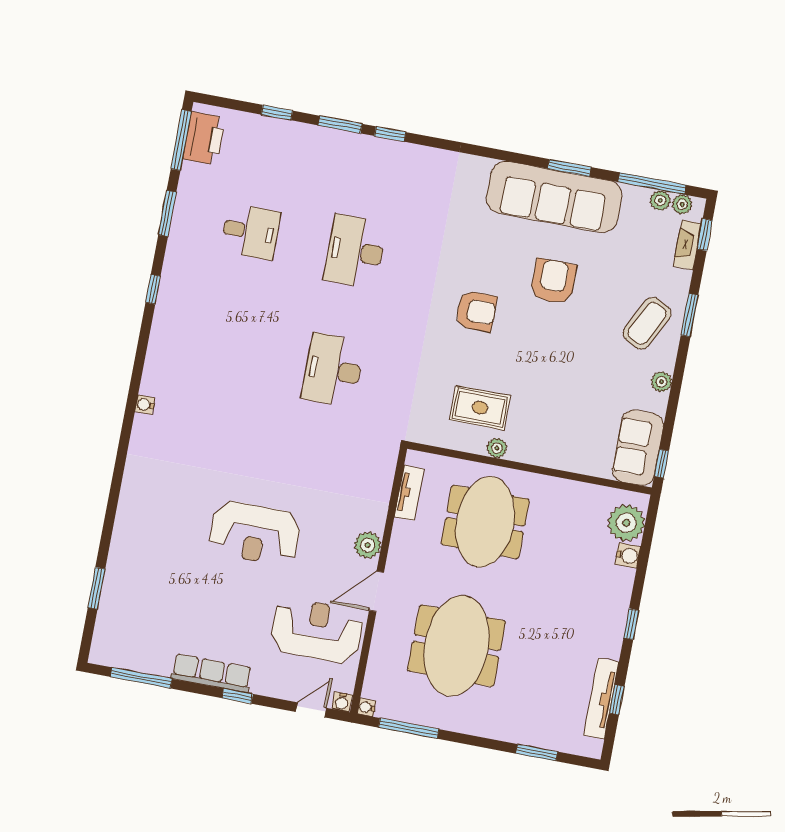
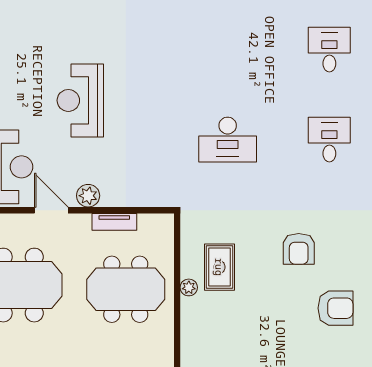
desk: (250, 232) -> (329, 50), turned 180
desk: (355, 251) -> (329, 140), width x0.73
desk: (333, 370) -> (228, 140), turned 180
tv unit: (409, 493) -> (114, 222), moved

